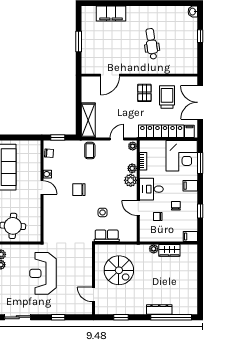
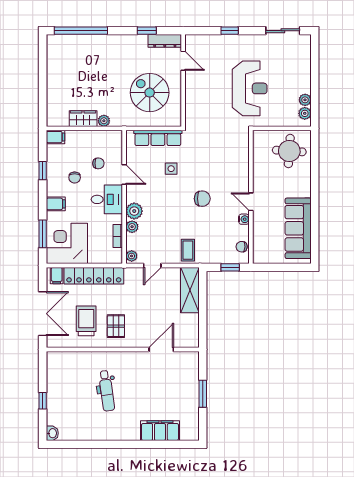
trolley: (167, 97) -> (86, 321), turned 180
row of seats: (107, 236) -> (158, 138), width x1.48
dresser: (159, 310) -> (165, 41), moved

